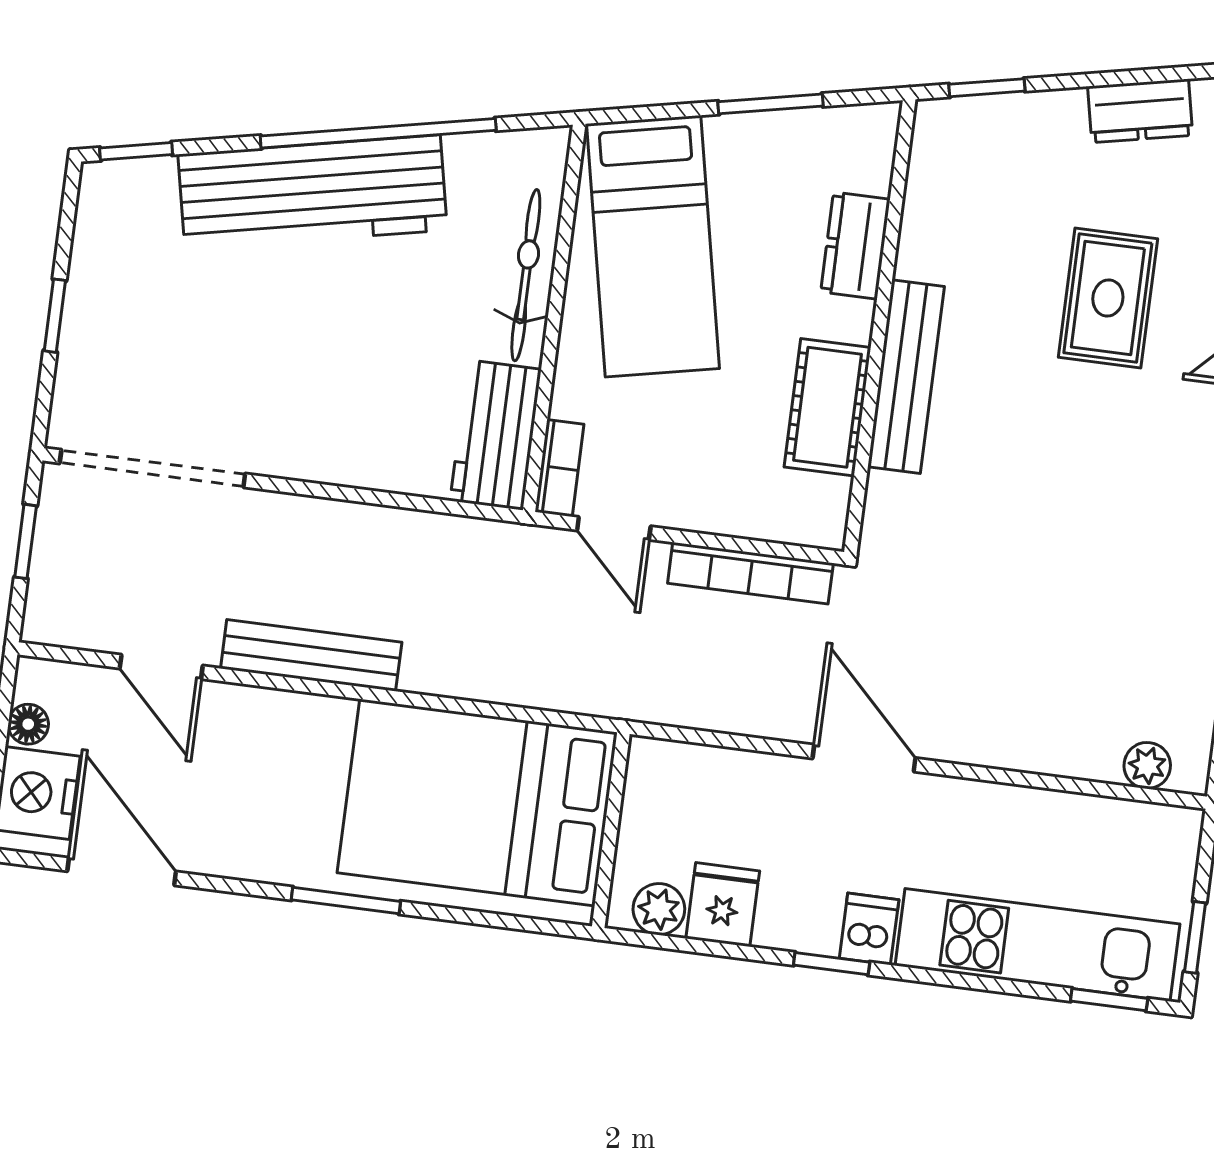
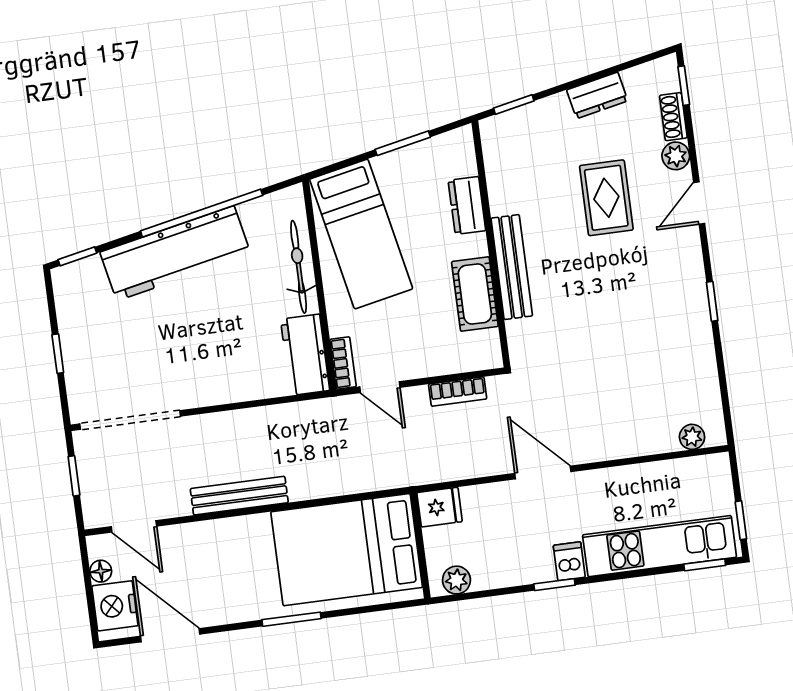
bookcase: (750, 573) -> (458, 392), width x0.64
door: (161, 667) -> (134, 526), moved
fridge: (723, 905) -> (440, 507), moved, turned 90

